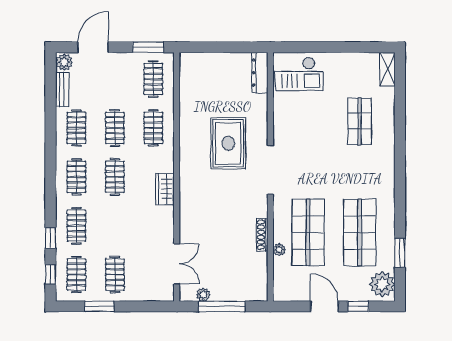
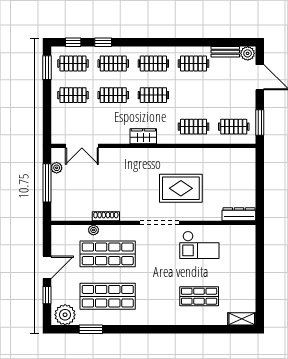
checkout: (299, 74) -> (199, 245), moved, turned -90
clothes rail: (115, 128) -> (113, 95), moved
window: (99, 306) -> (47, 68), moved

